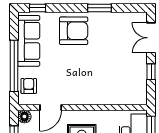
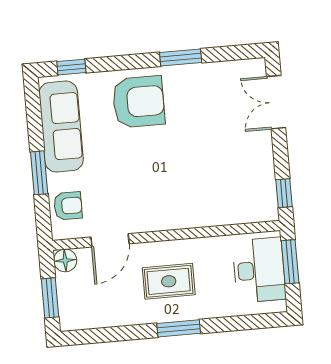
window: (14, 66) -> (39, 173), width x0.47
window: (151, 72) -> (284, 193), moved
armchair: (29, 86) -> (68, 206), turned 90

